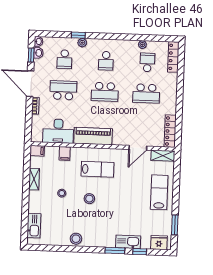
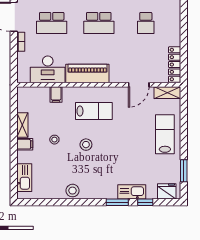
school desk: (63, 90) -> (52, 23), turned 180
school desk: (146, 93) -> (146, 23), width x0.54
filing cabinet: (37, 151) -> (25, 144), moved

